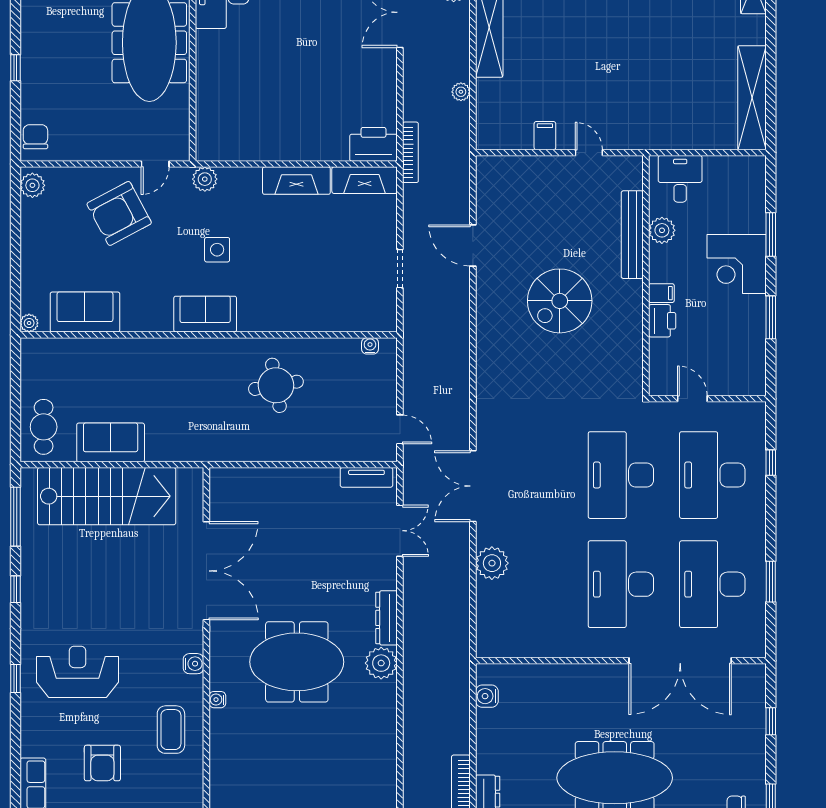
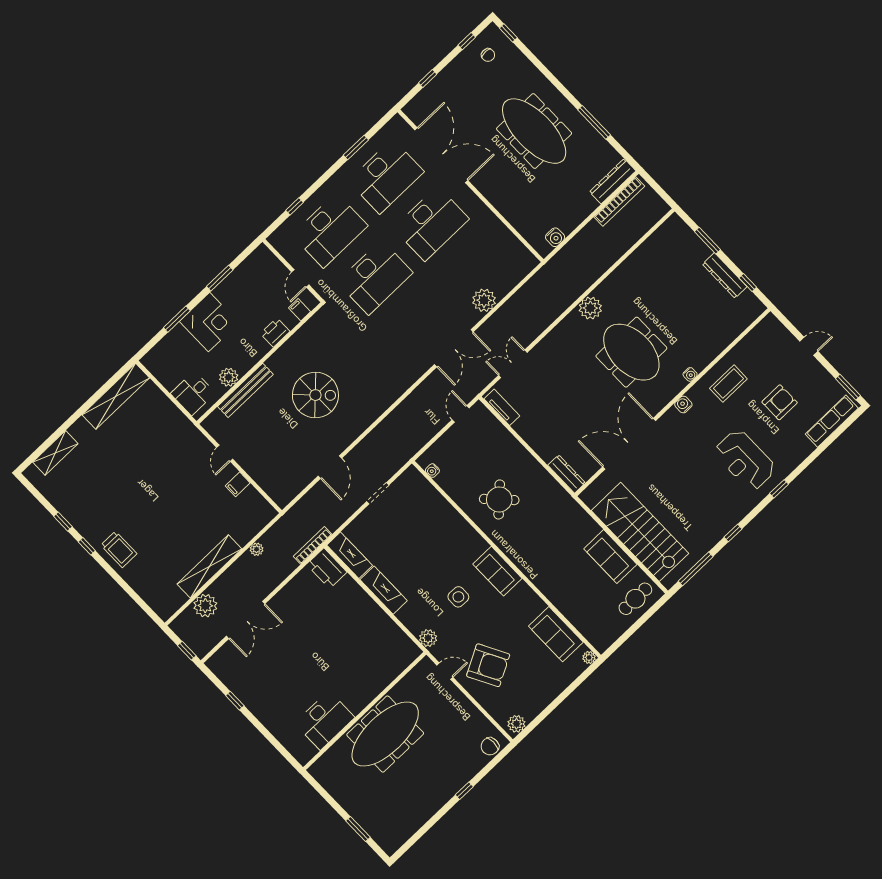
filing cabinet: (661, 293) -> (299, 310), moved
round table: (276, 385) -> (499, 499), turned -34
dresser: (387, 618) -> (567, 474), moved, turned -90

